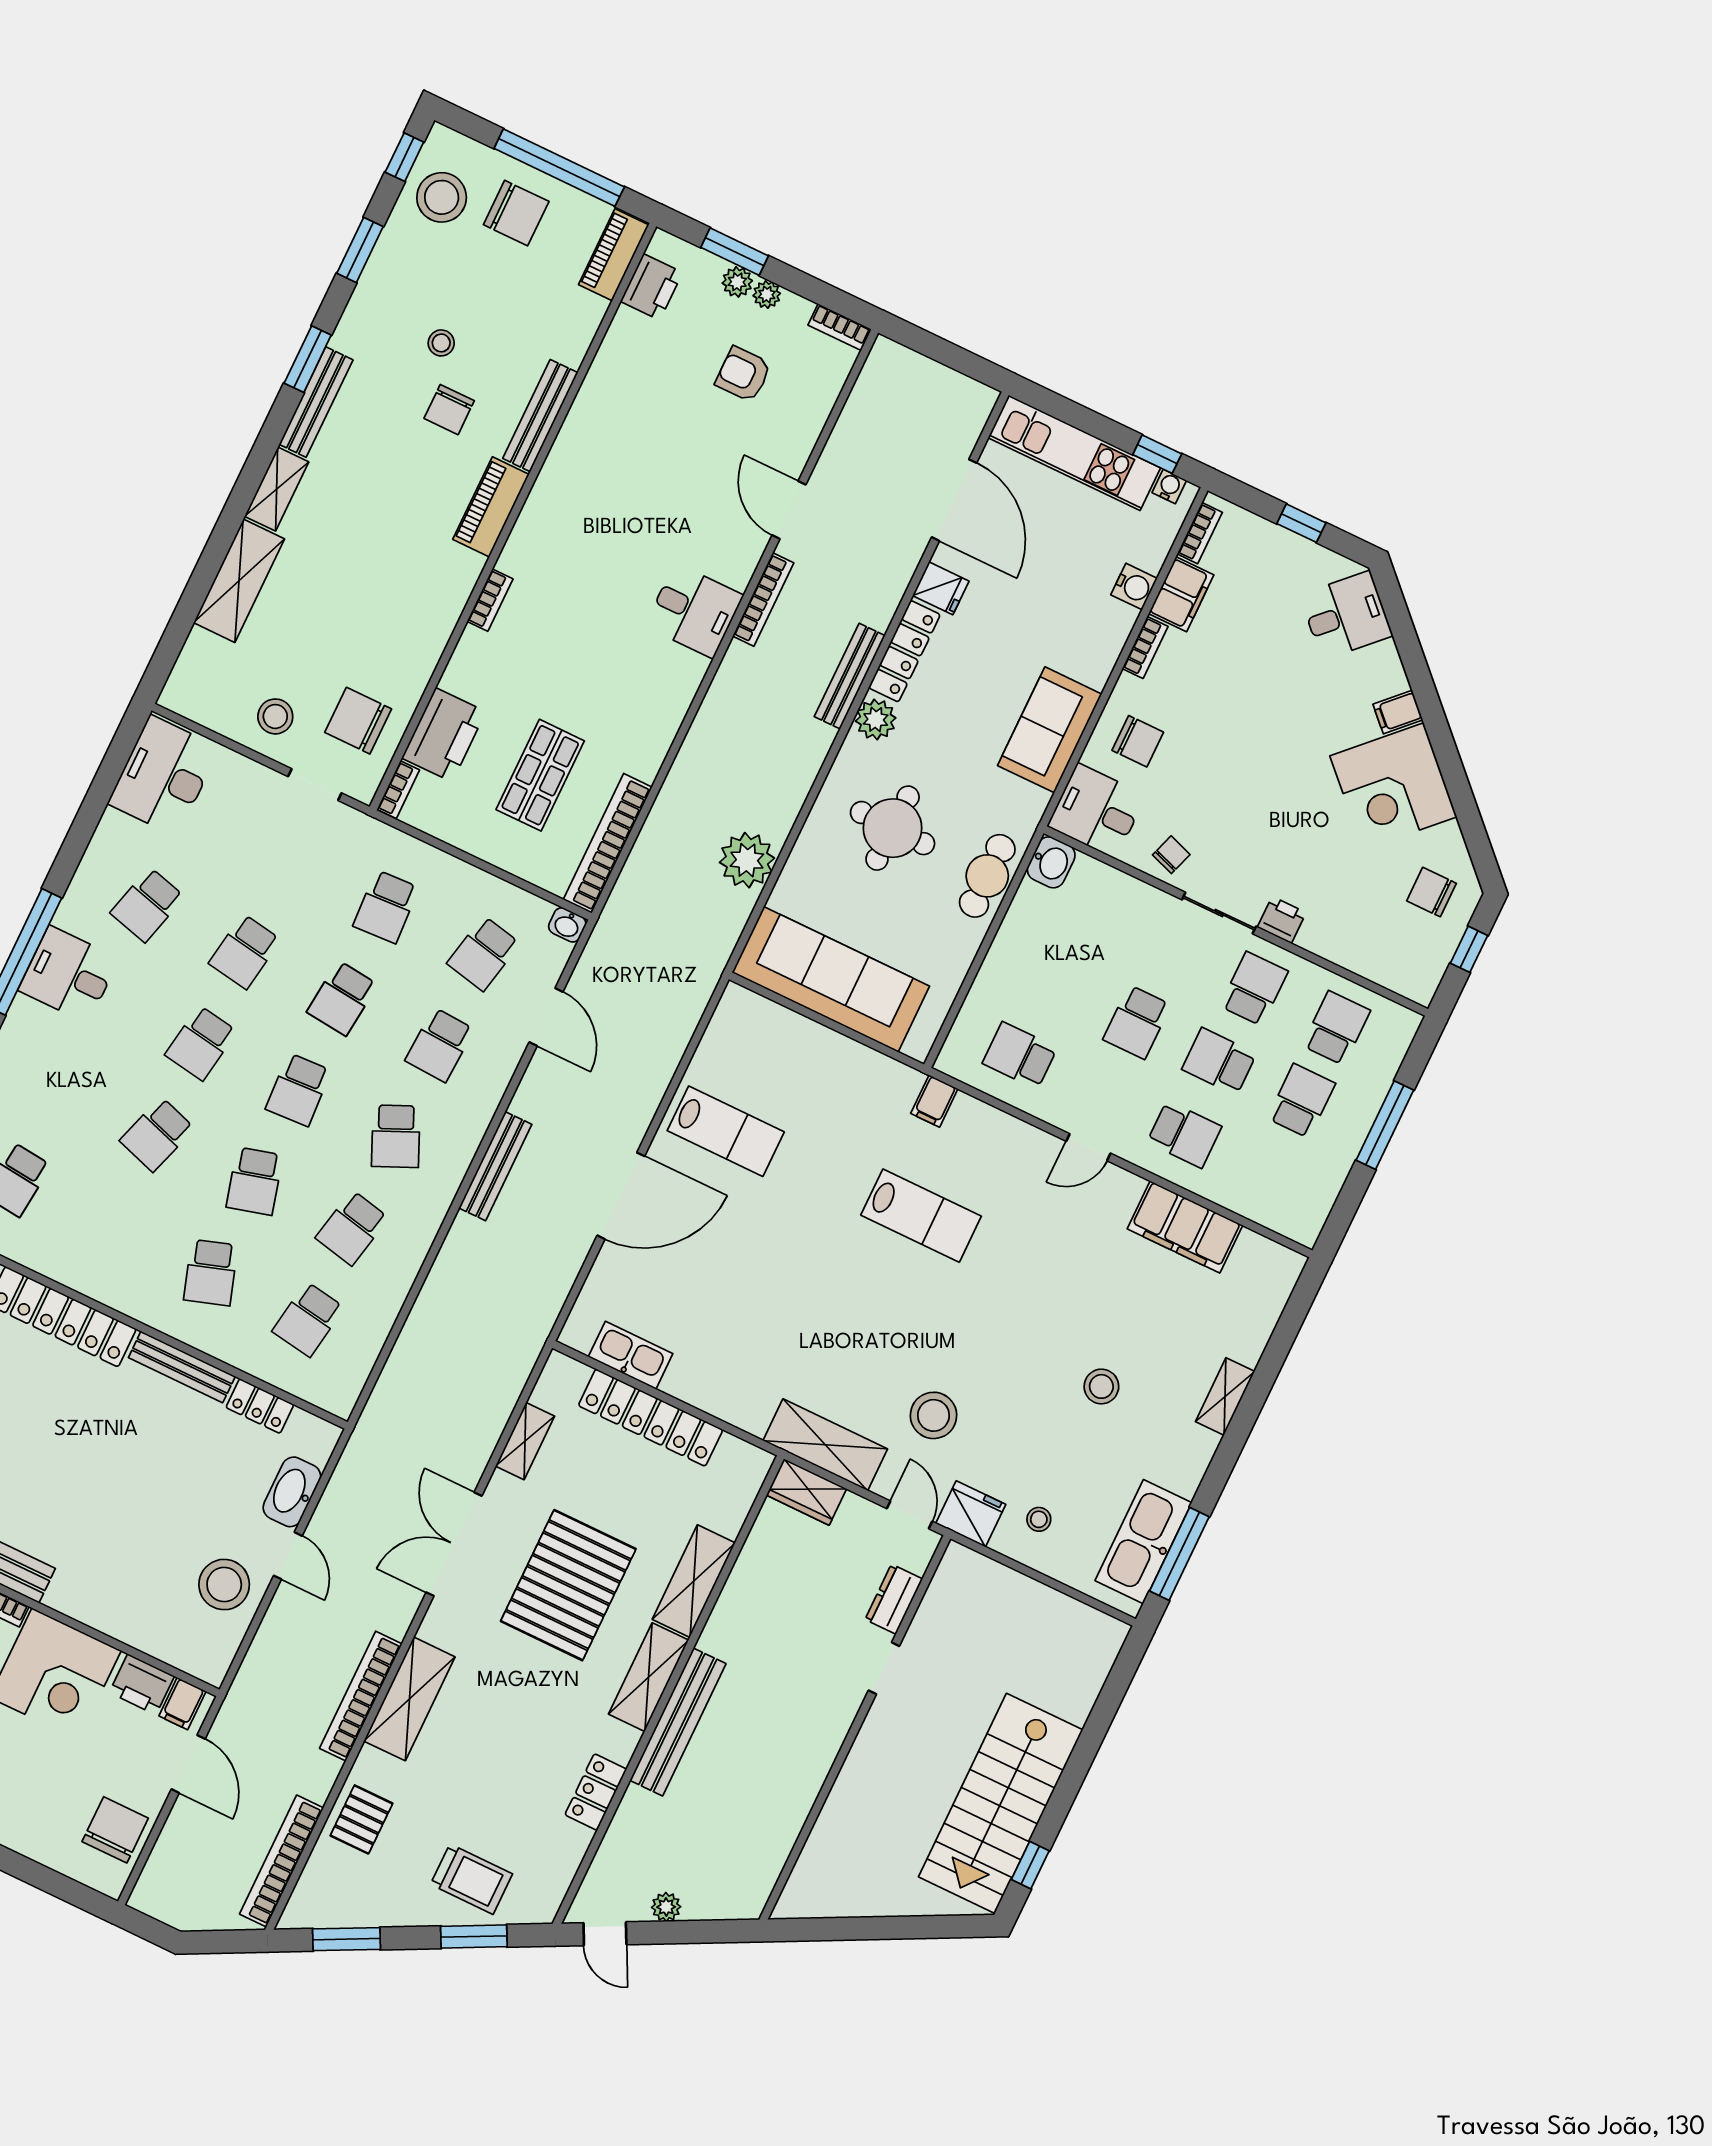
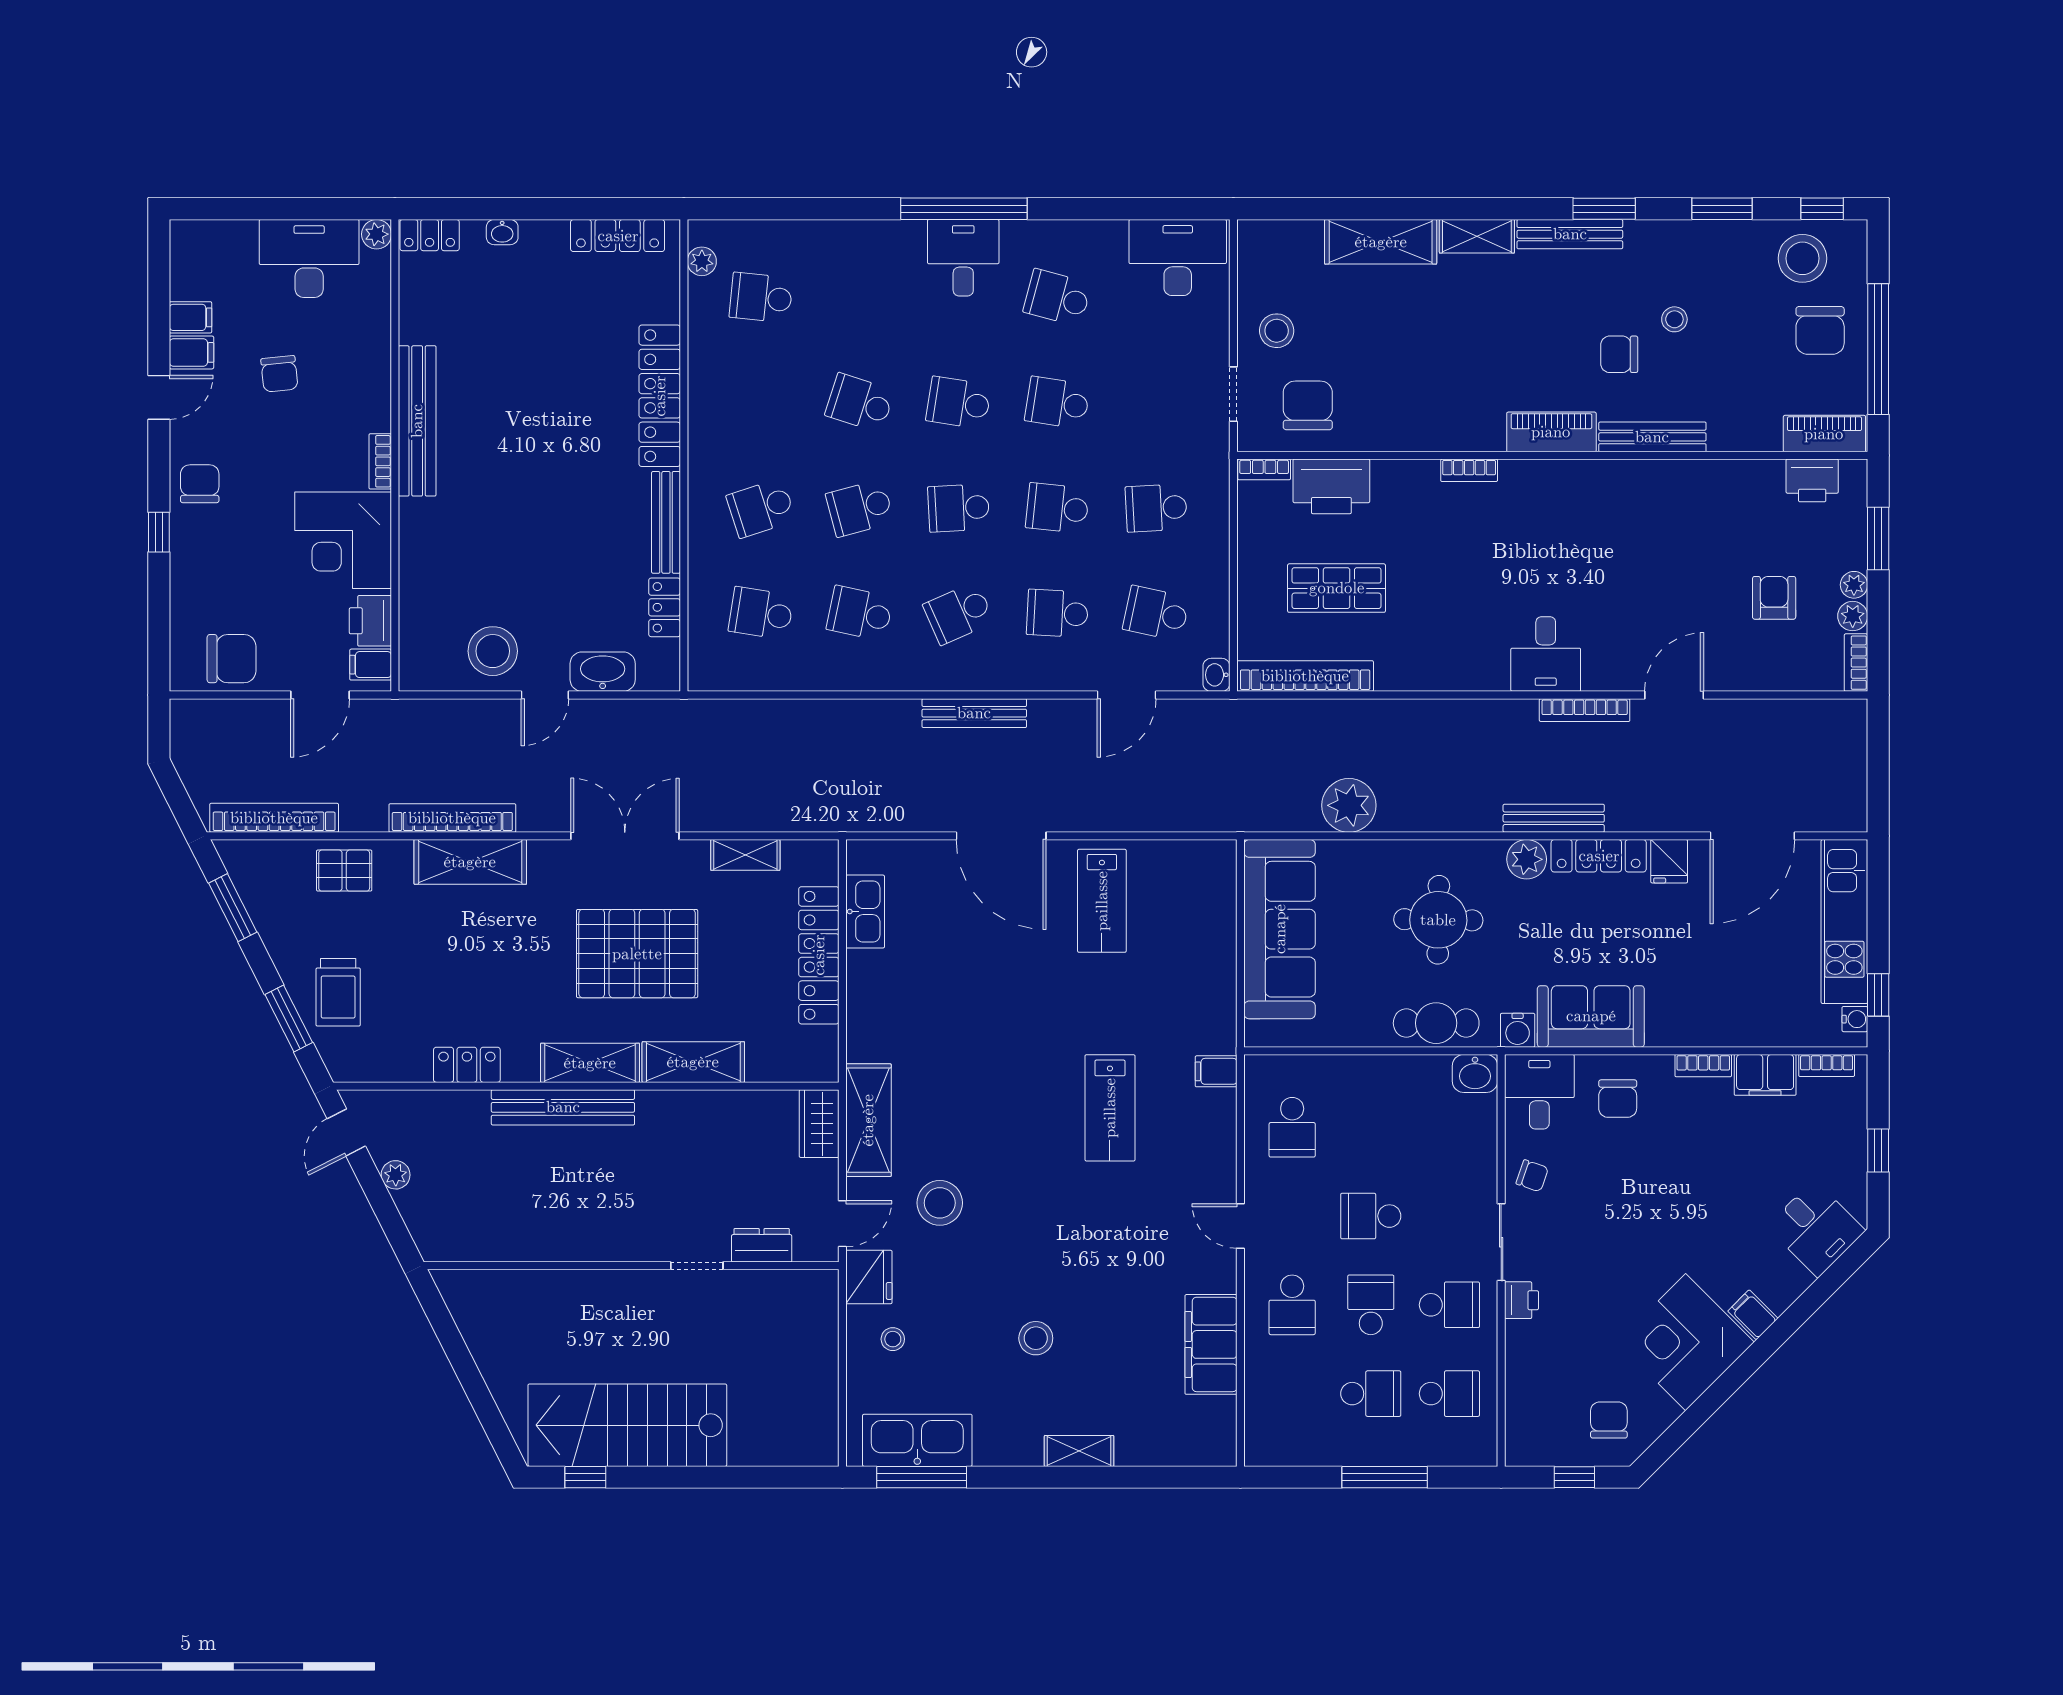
plant: (737, 282) -> (1853, 616), moved
water cooler: (1134, 587) -> (1518, 1030), moved
school desk: (1020, 1056) -> (1292, 1127), turned 180

